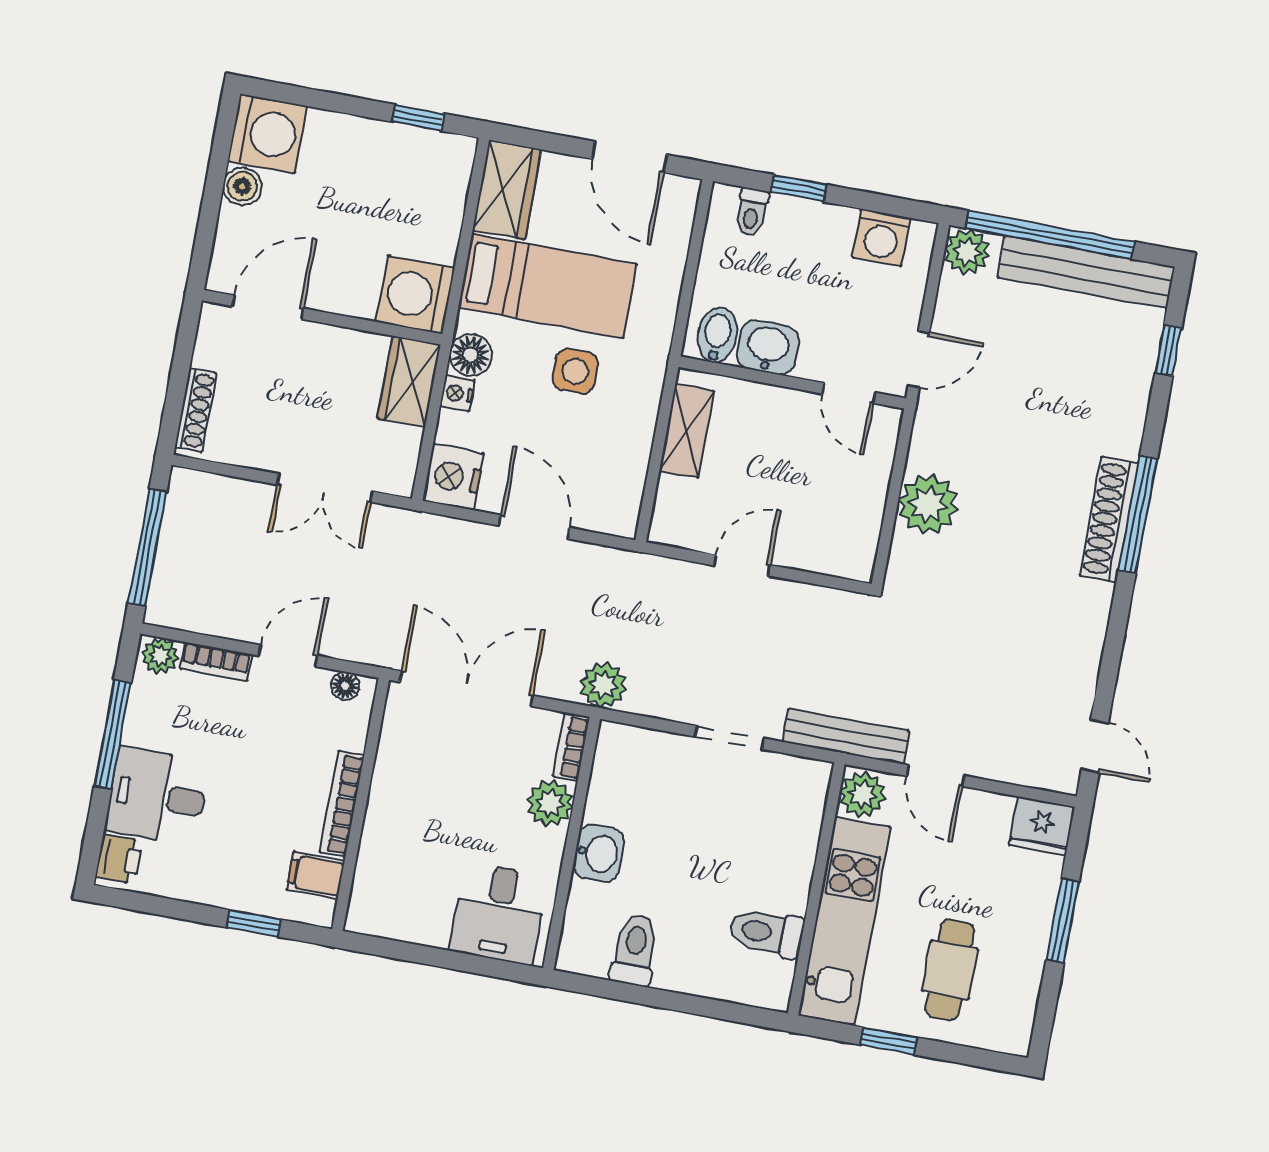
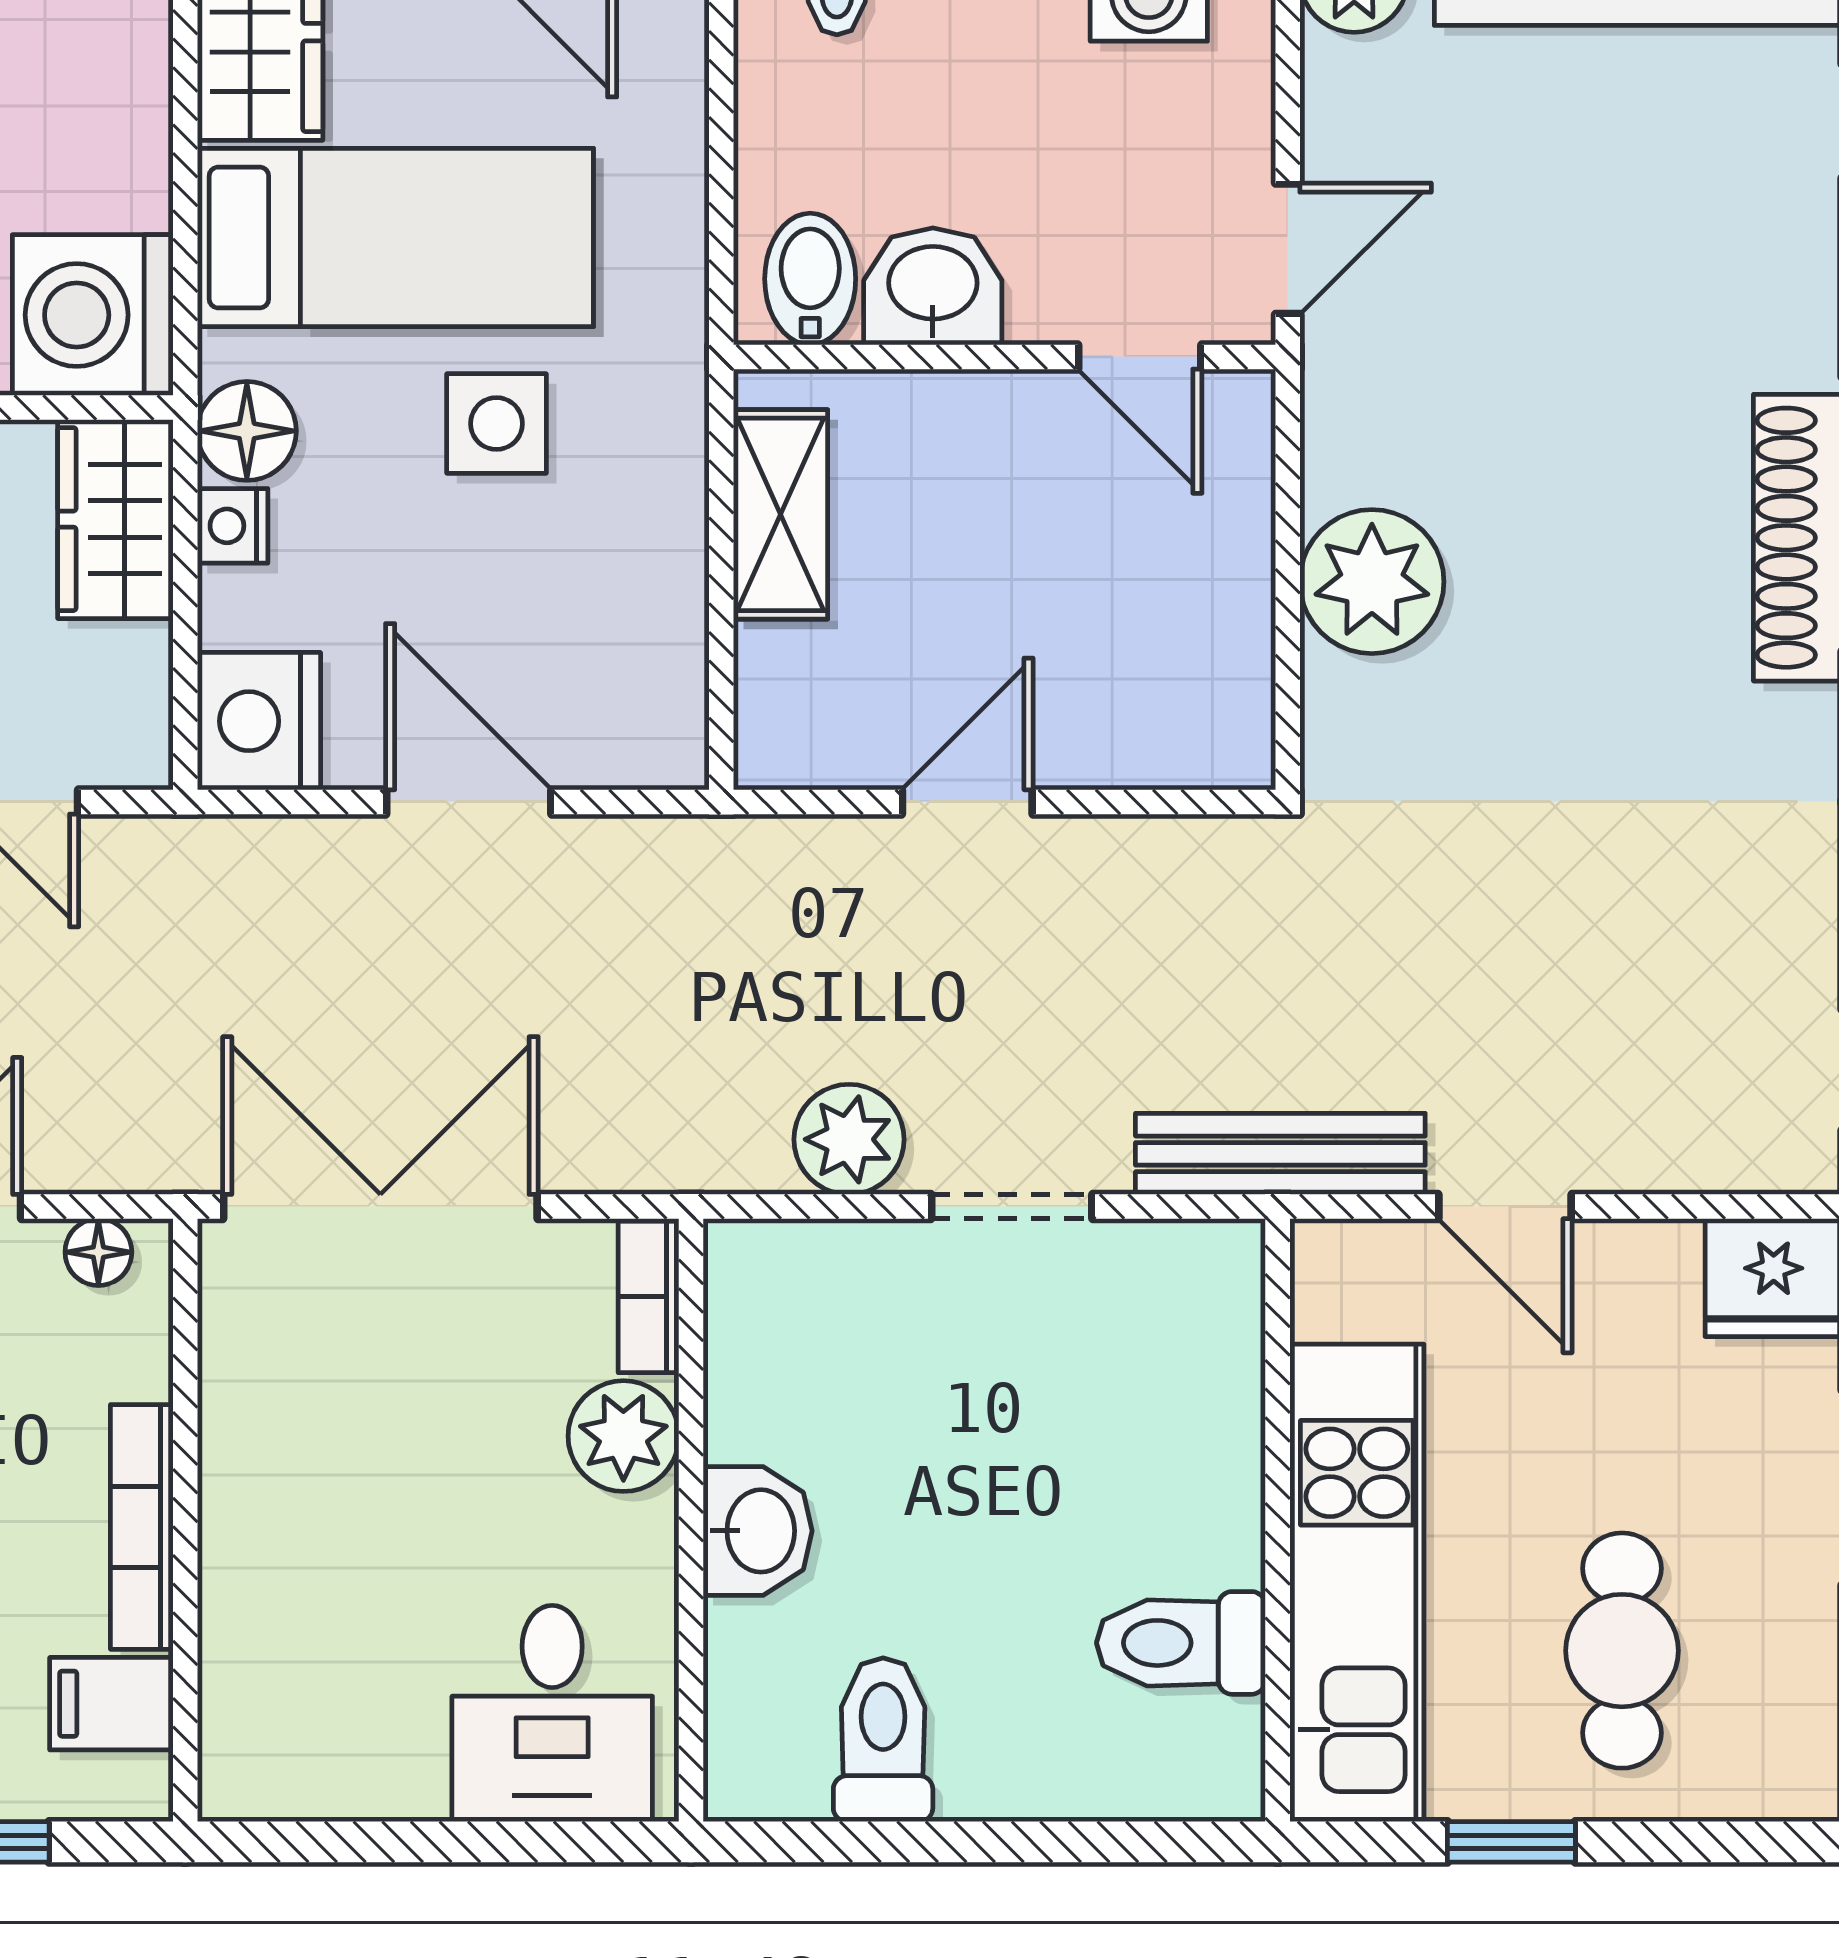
plant: (603, 685) -> (849, 1139), moved
plant: (863, 794) -> (1344, 1281), removed

